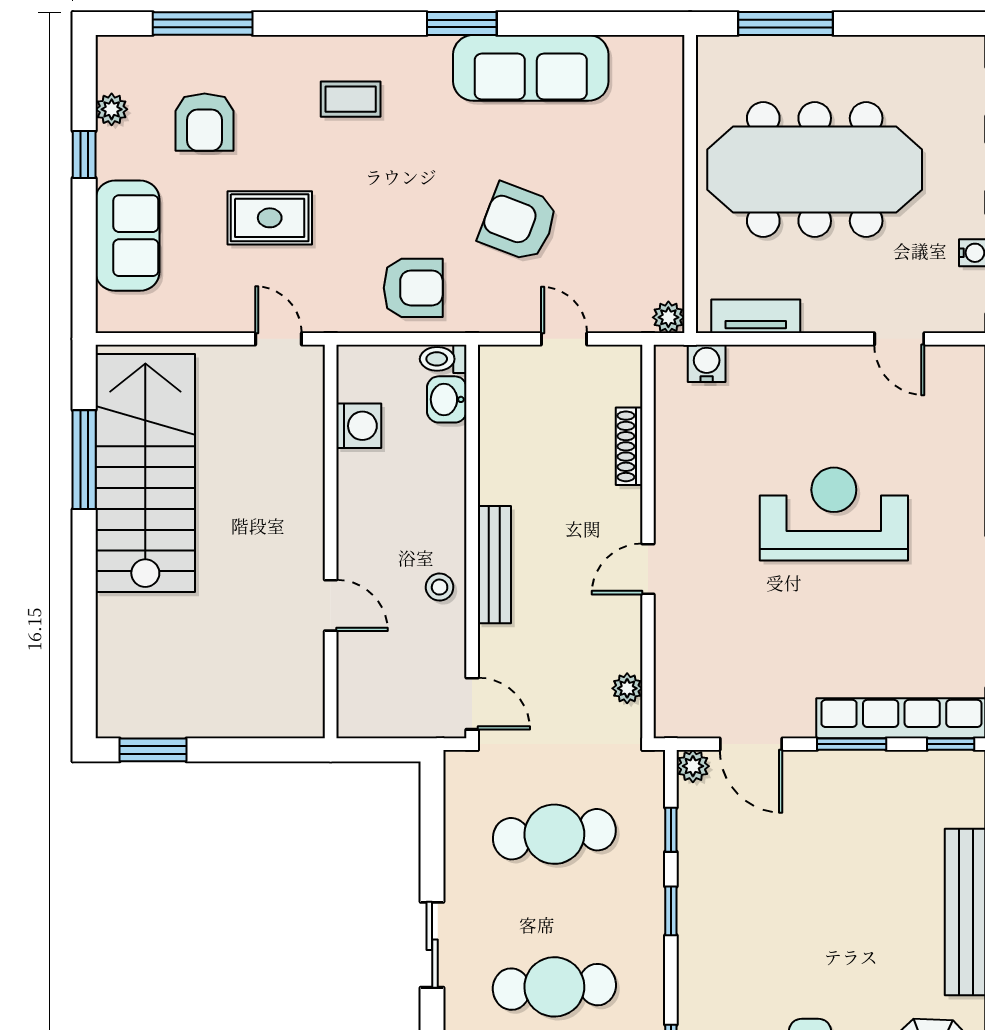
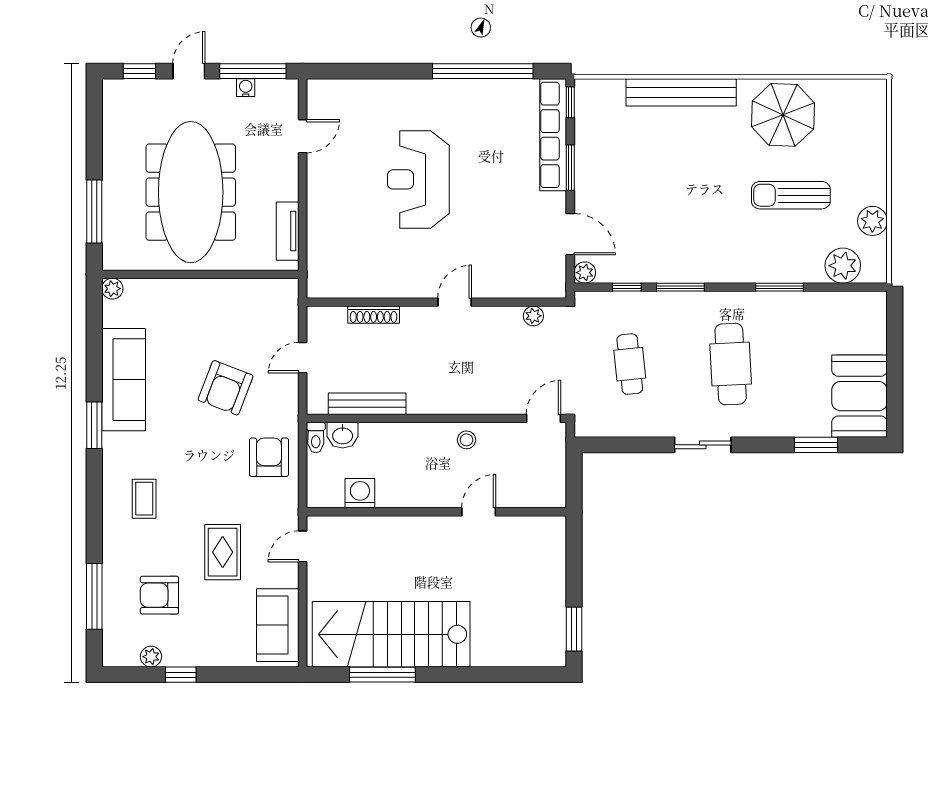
armchair: (205, 122) -> (159, 595), turned 180
sofa: (128, 236) -> (278, 625), moved, turned -90
plant: (668, 317) -> (112, 289), moved
water cooler: (707, 363) -> (319, 264), removed
bench: (494, 565) -> (367, 404), moved
door: (648, 569) -> (455, 302), swing flipped
door: (751, 744) -> (570, 234), hinge flipped
cafe table: (554, 834) -> (630, 364), width x0.73, depth x0.74
window: (671, 911) -> (680, 287), width x1.50

